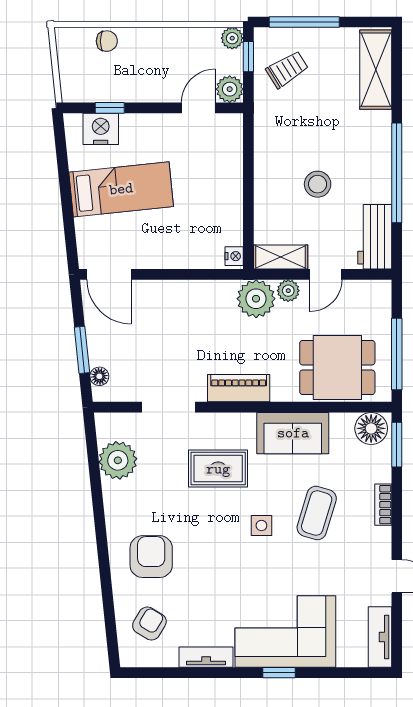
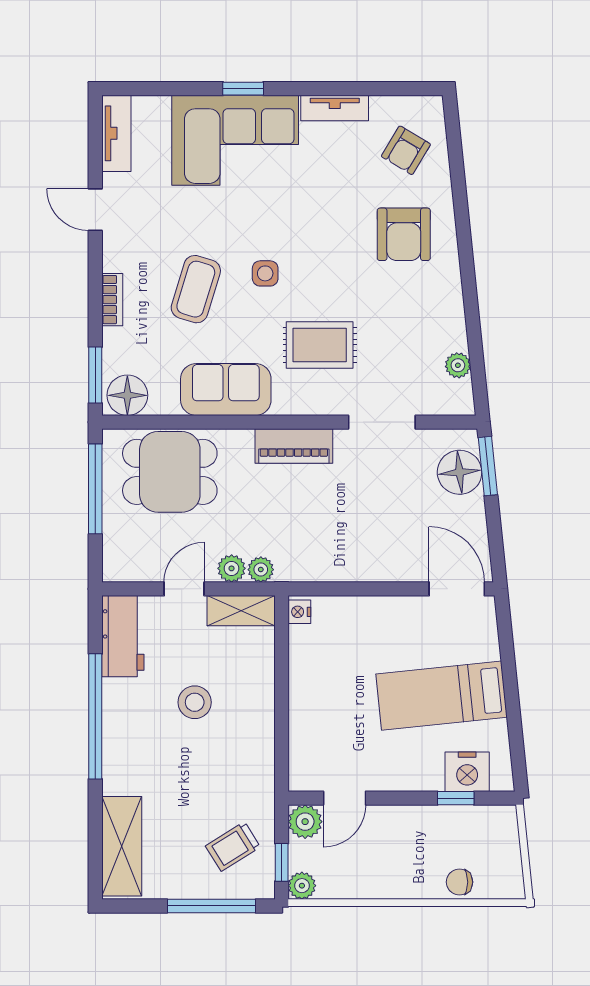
plant: (256, 299) -> (261, 570), width x0.53, depth x0.53
window: (82, 350) -> (488, 466), moved
floor lamp: (99, 376) -> (460, 472), width x1.89, depth x1.89
plant: (118, 460) -> (458, 365), width x0.53, depth x0.53

